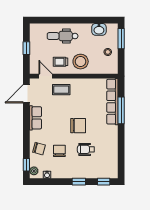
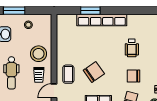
row of seats: (112, 102) -> (102, 20), moved
window: (121, 110) -> (90, 11), width x0.69
chair: (78, 126) -> (94, 72), moved, turned 55

